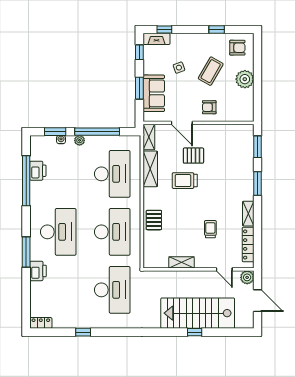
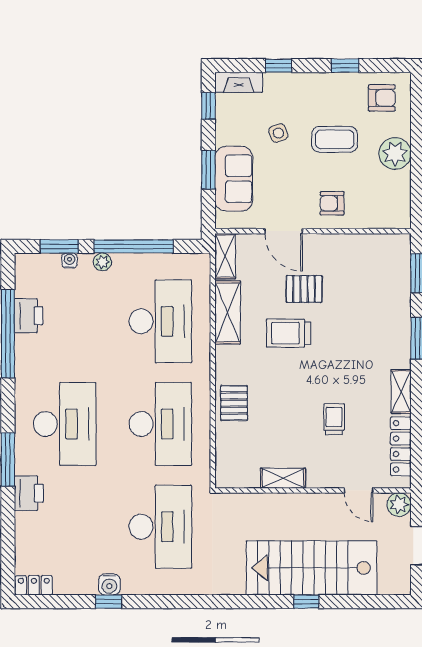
window: (164, 29) -> (279, 66), moved
coffee table: (211, 71) -> (335, 139), turned 60
water cooler: (83, 322) -> (109, 584), added

